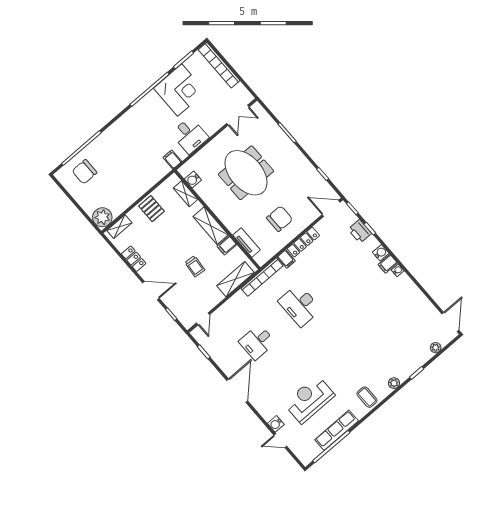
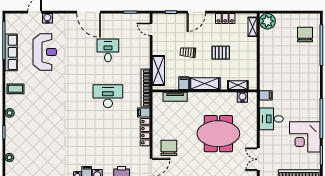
pallet: (151, 209) -> (221, 53), moved
chair: (280, 219) -> (169, 148), moved, turned 180

